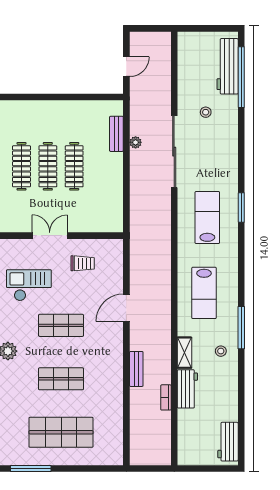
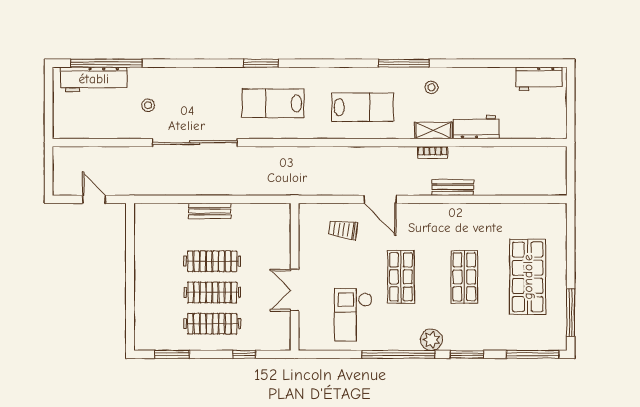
bench: (116, 134) -> (210, 211), moved
plant: (136, 142) -> (184, 188), removed
trolley: (83, 263) -> (343, 230), moved, turned -82
bookcase: (166, 397) -> (433, 152), moved

